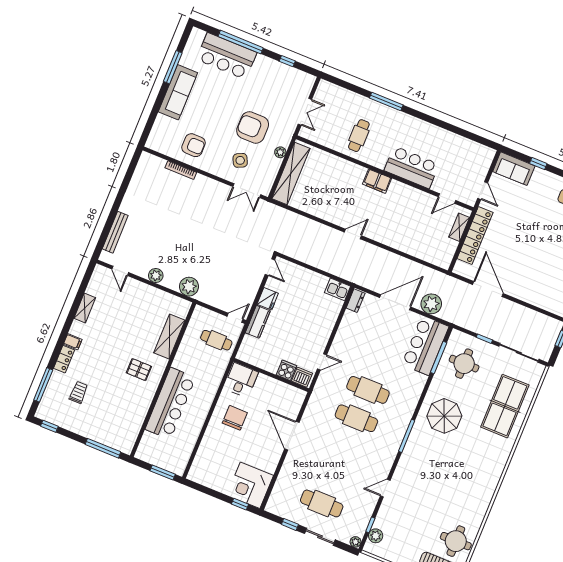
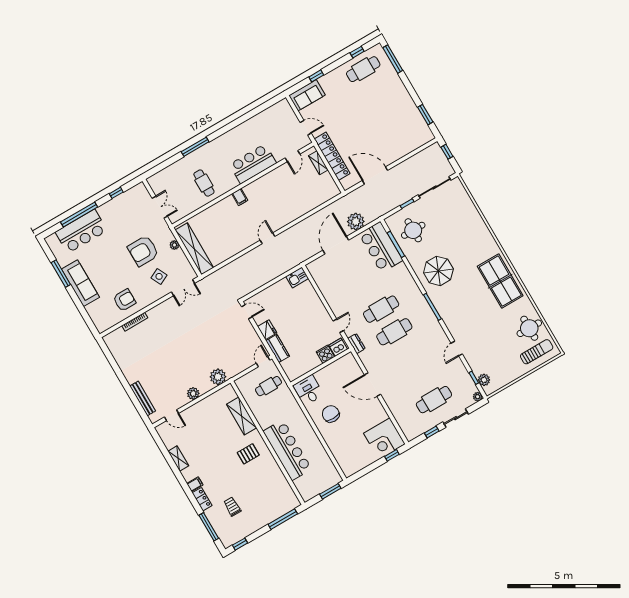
filing cabinet: (377, 181) -> (240, 197), width x0.50
dresser: (356, 301) -> (356, 344), moved
table tennis table: (505, 406) -> (500, 281), moved

